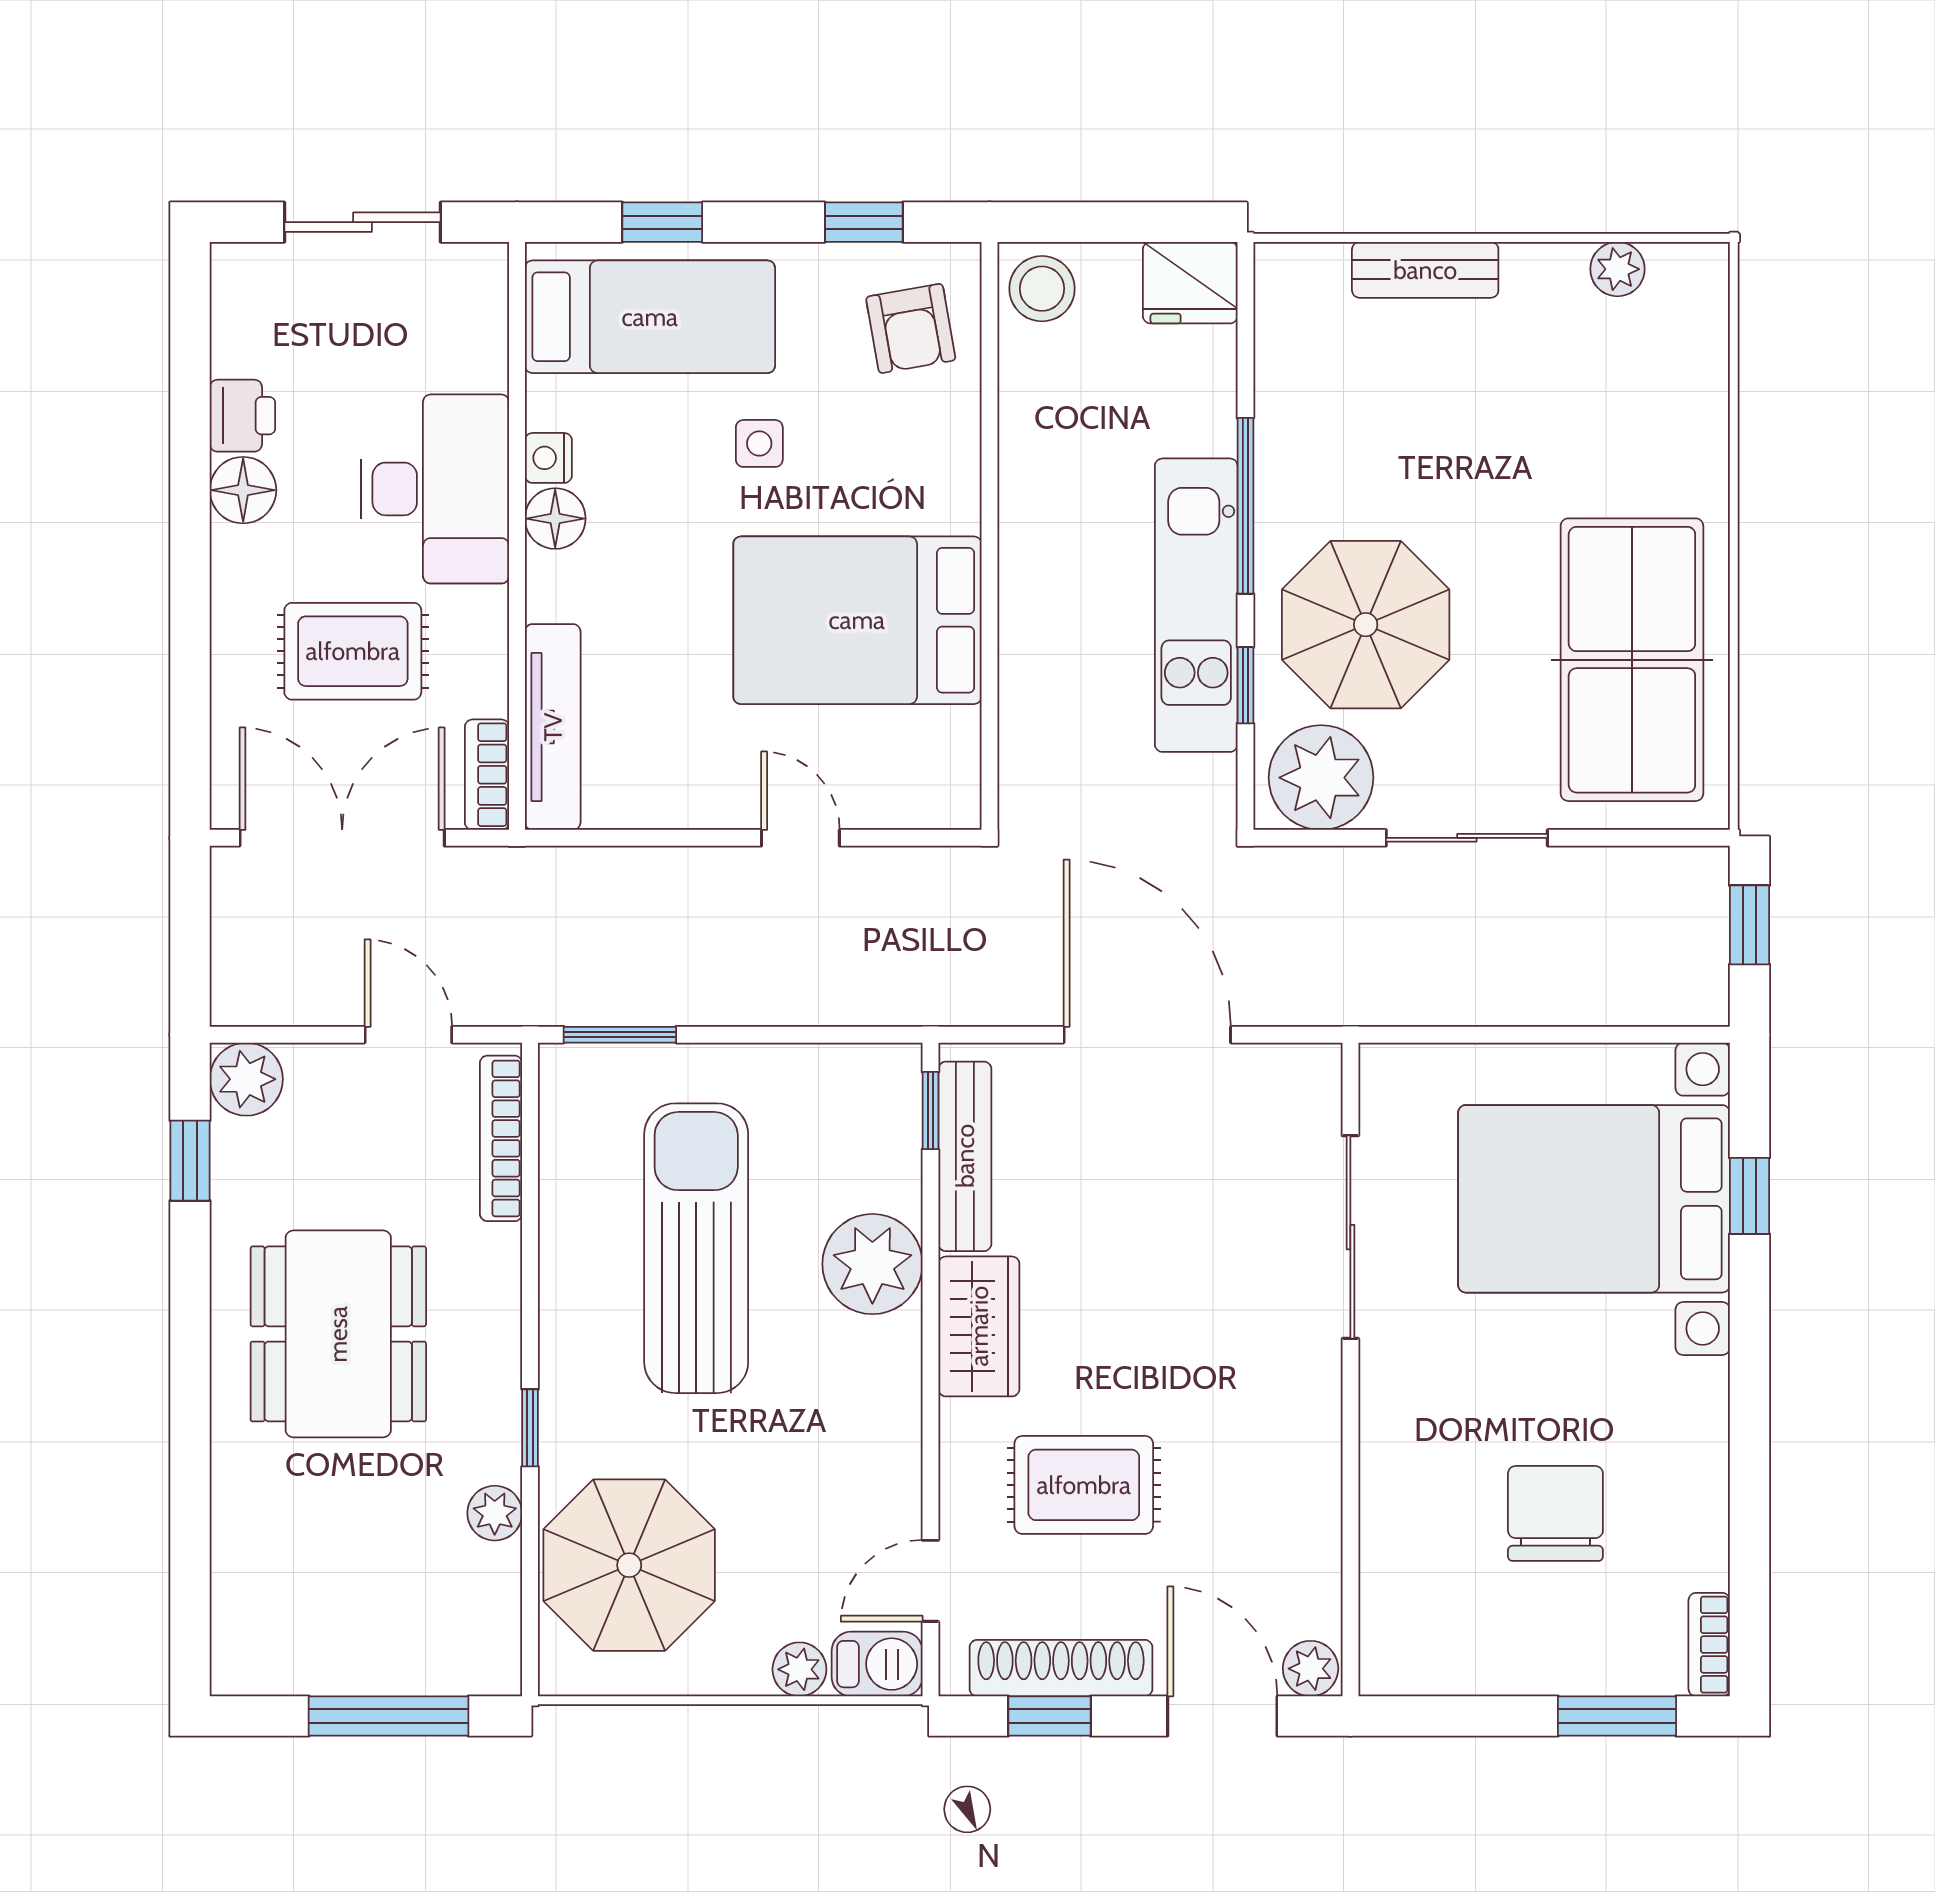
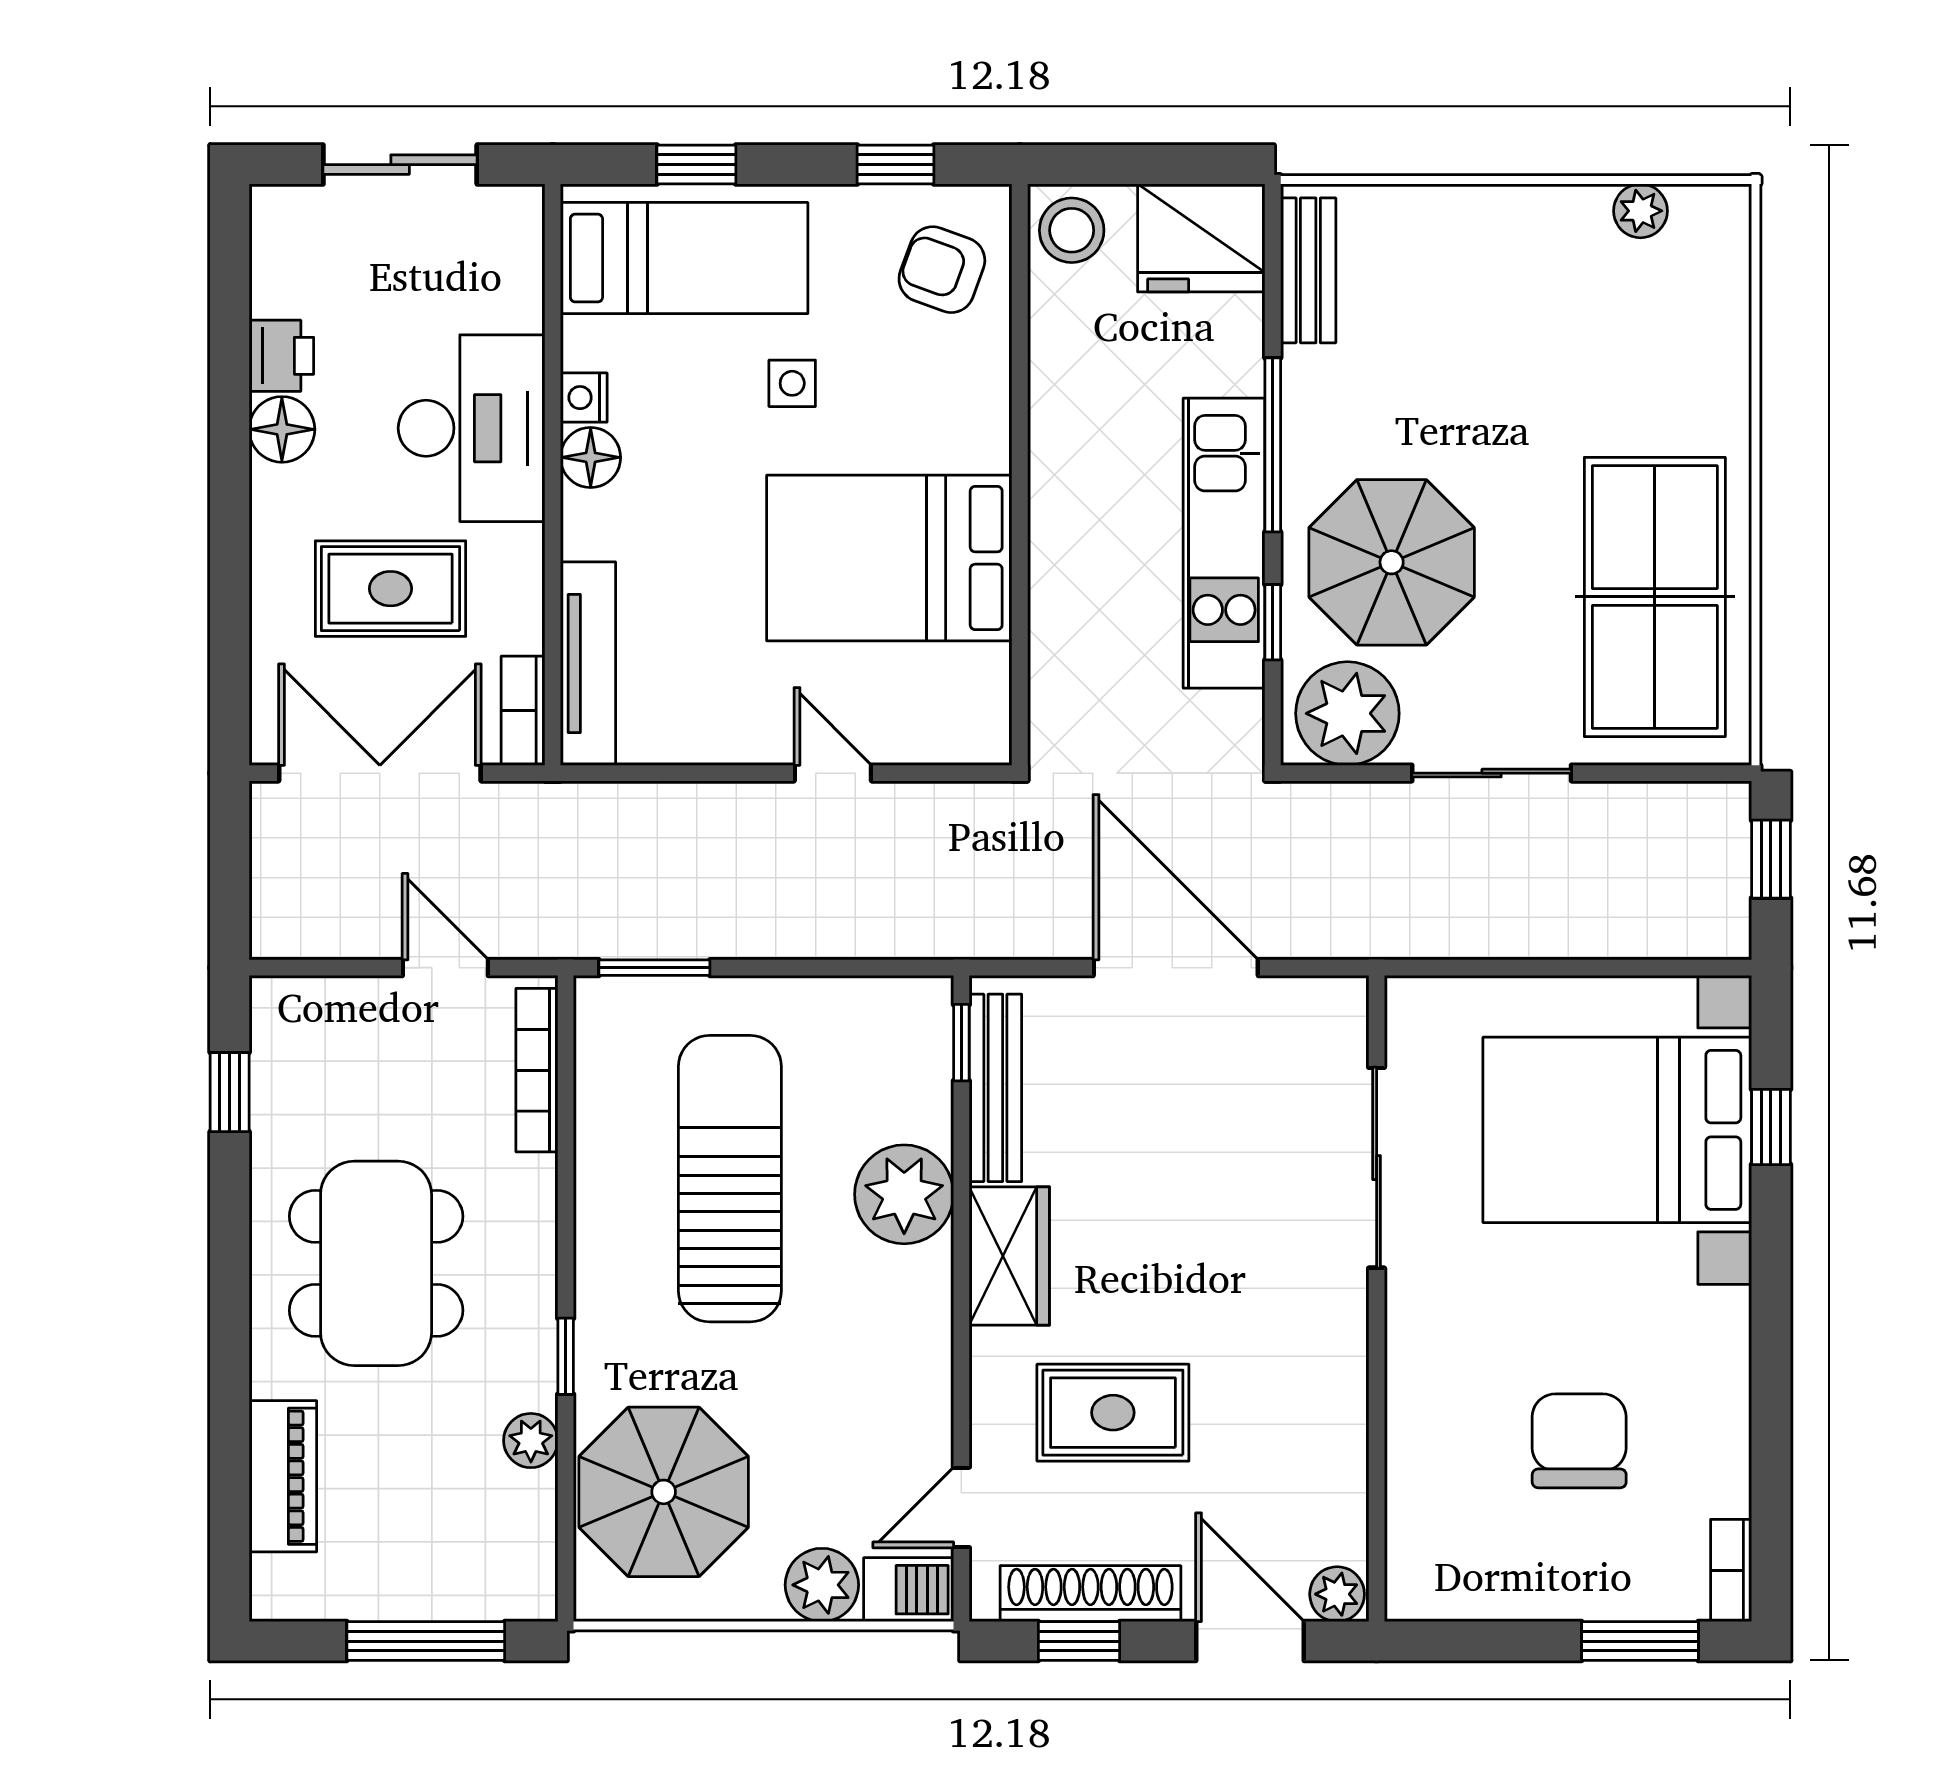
bench: (1425, 270) -> (1308, 270), moved, turned 90
fridge: (1190, 283) -> (1201, 238), width x1.36, depth x1.34
armchair: (911, 328) -> (942, 270), turned 120
plant: (246, 1079) -> (285, 1012), removed
piano: (244, 1549) -> (283, 1476), added
plant: (799, 1669) -> (822, 1585), width x1.38, depth x1.38

